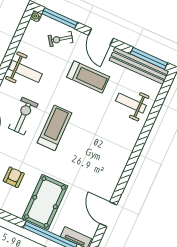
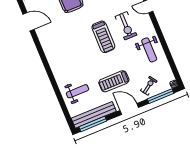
weight bench: (25, 71) -> (149, 50), turned -90

